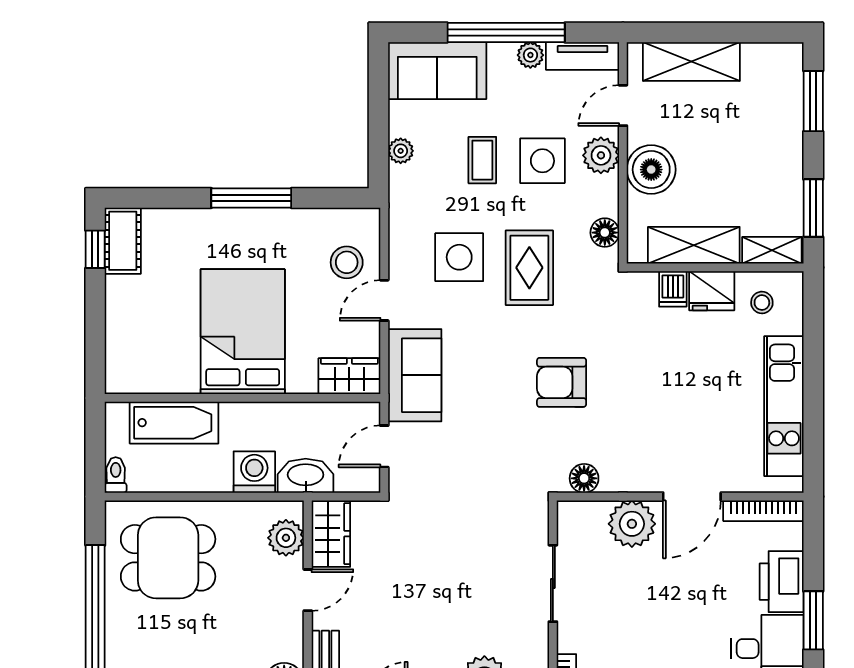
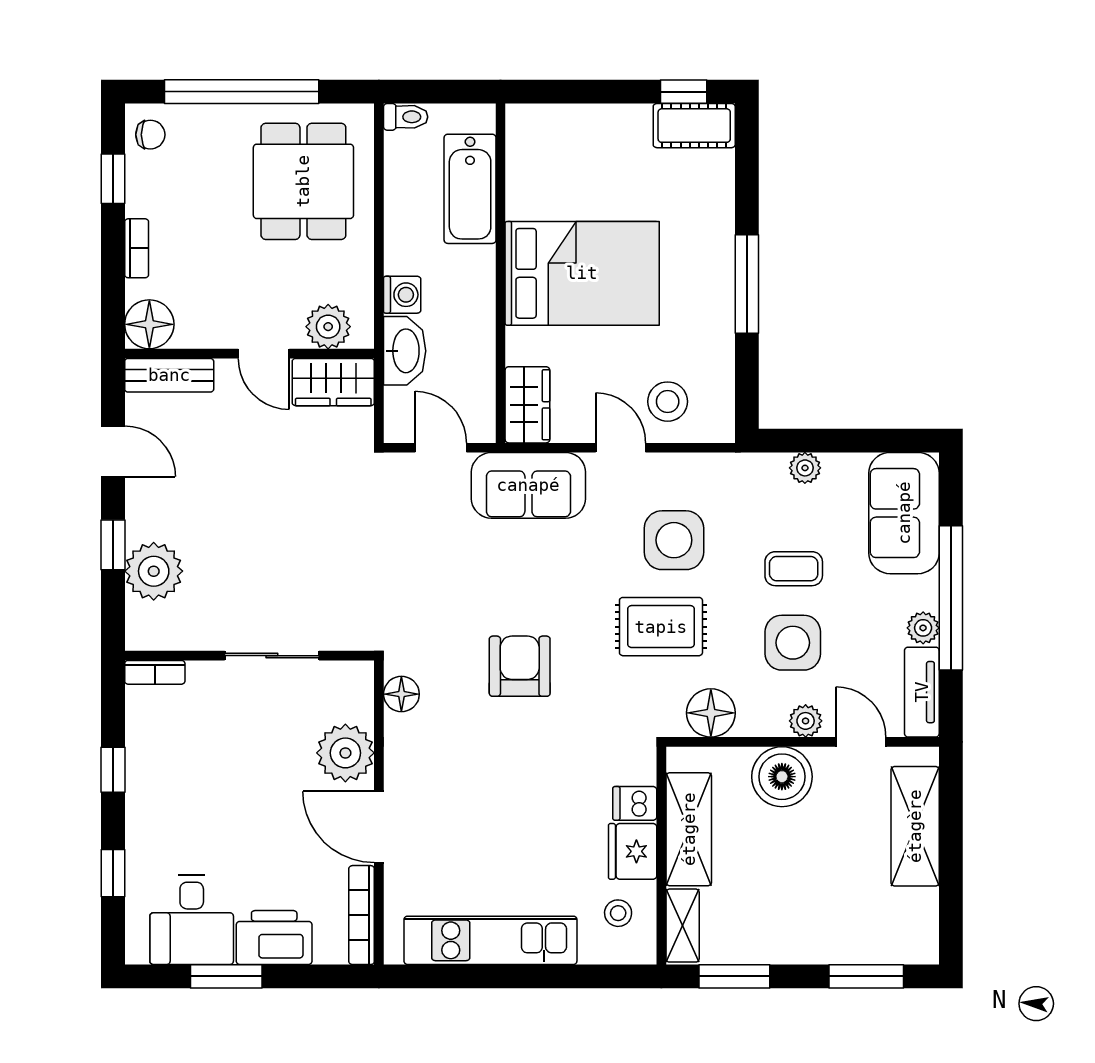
plant: (601, 155) -> (806, 721), width x0.73, depth x0.73
floor lamp: (605, 233) -> (711, 713), width x1.38, depth x1.38
washing machine: (254, 472) -> (402, 295), width x0.73, depth x0.73

